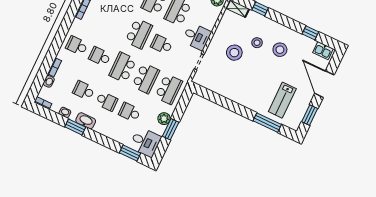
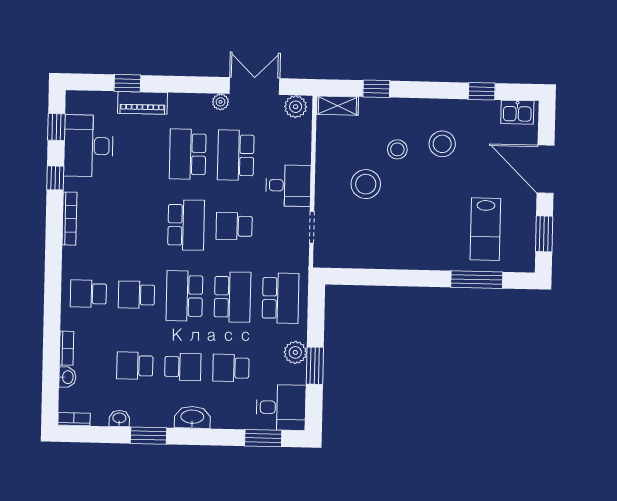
washbasin: (86, 121) -> (192, 417), moved

